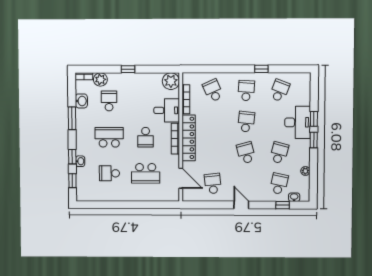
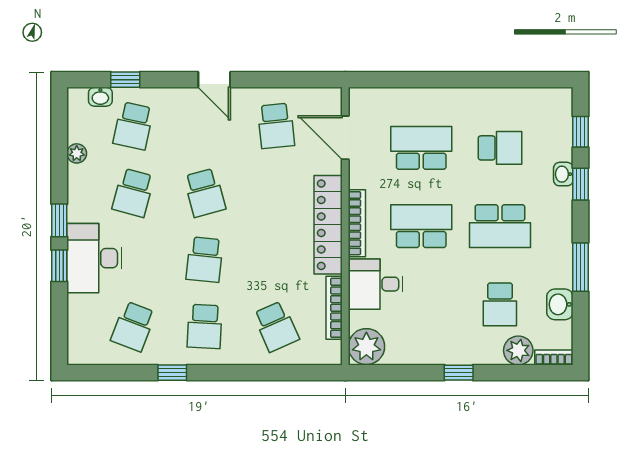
school desk: (146, 137) -> (421, 226), width x1.85

